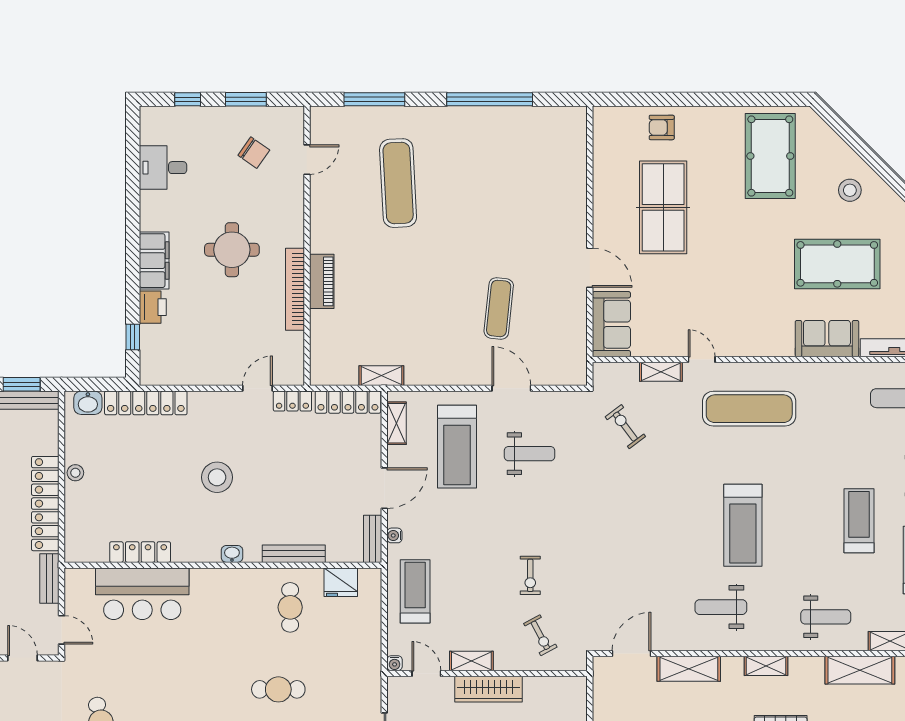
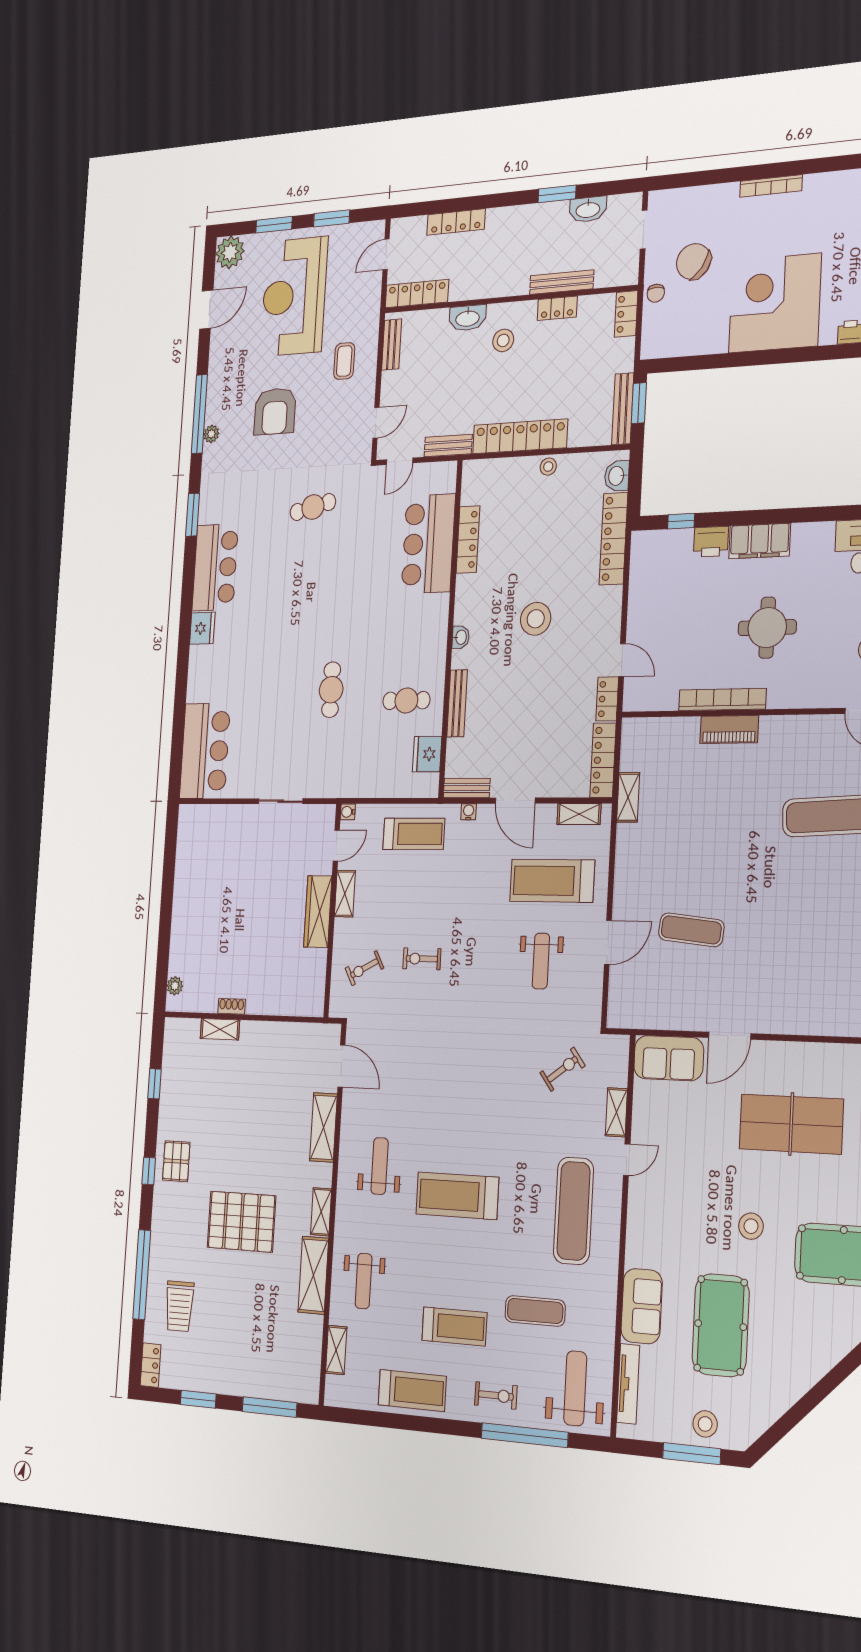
stool: (850, 190) -> (751, 1226), moved
exercise mat: (839, 441) -> (535, 1311), added
shelving: (860, 670) -> (313, 1275), moved

